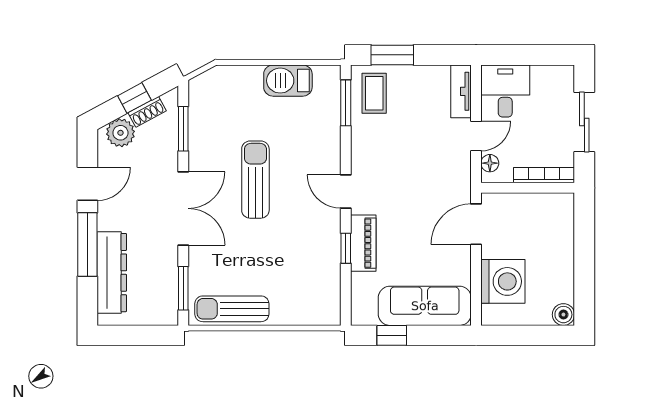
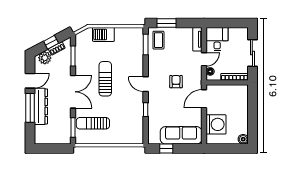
barbecue: (288, 81) -> (103, 34), moved
armchair: (413, 186) -> (176, 82), added
piano: (363, 243) -> (153, 107), removed
dresser: (112, 273) -> (41, 106), moved
sun lounger: (232, 309) -> (93, 123), moved

